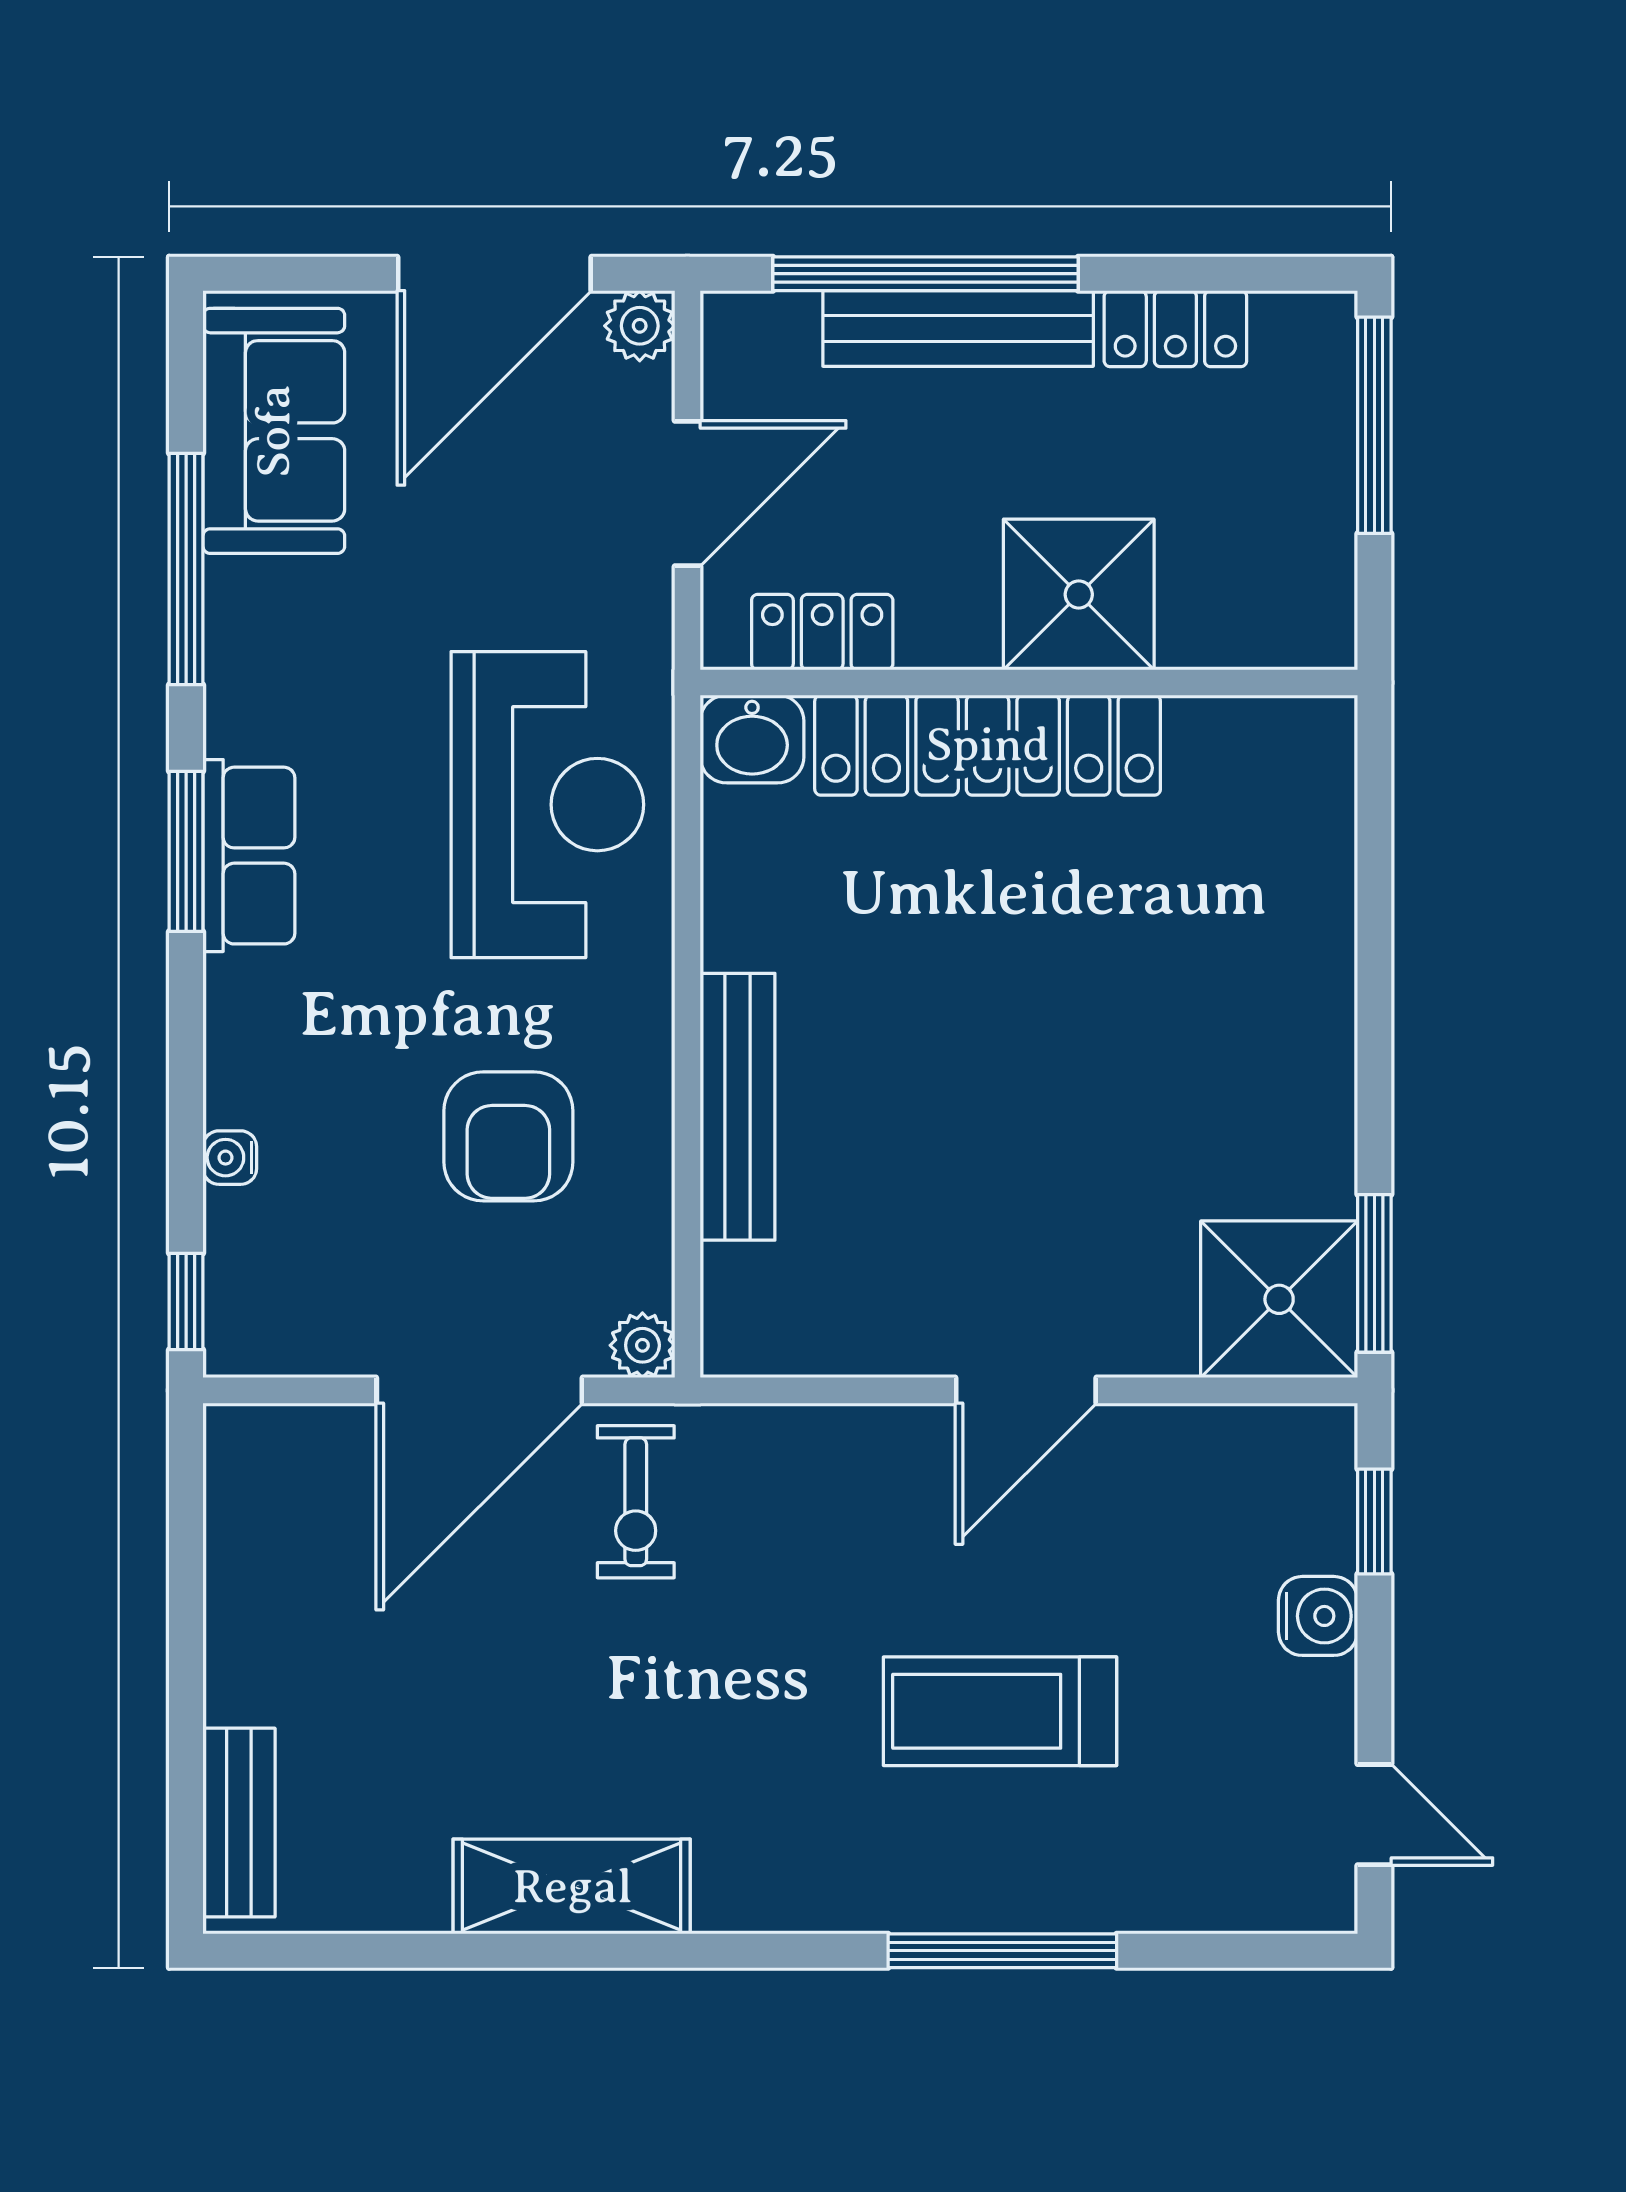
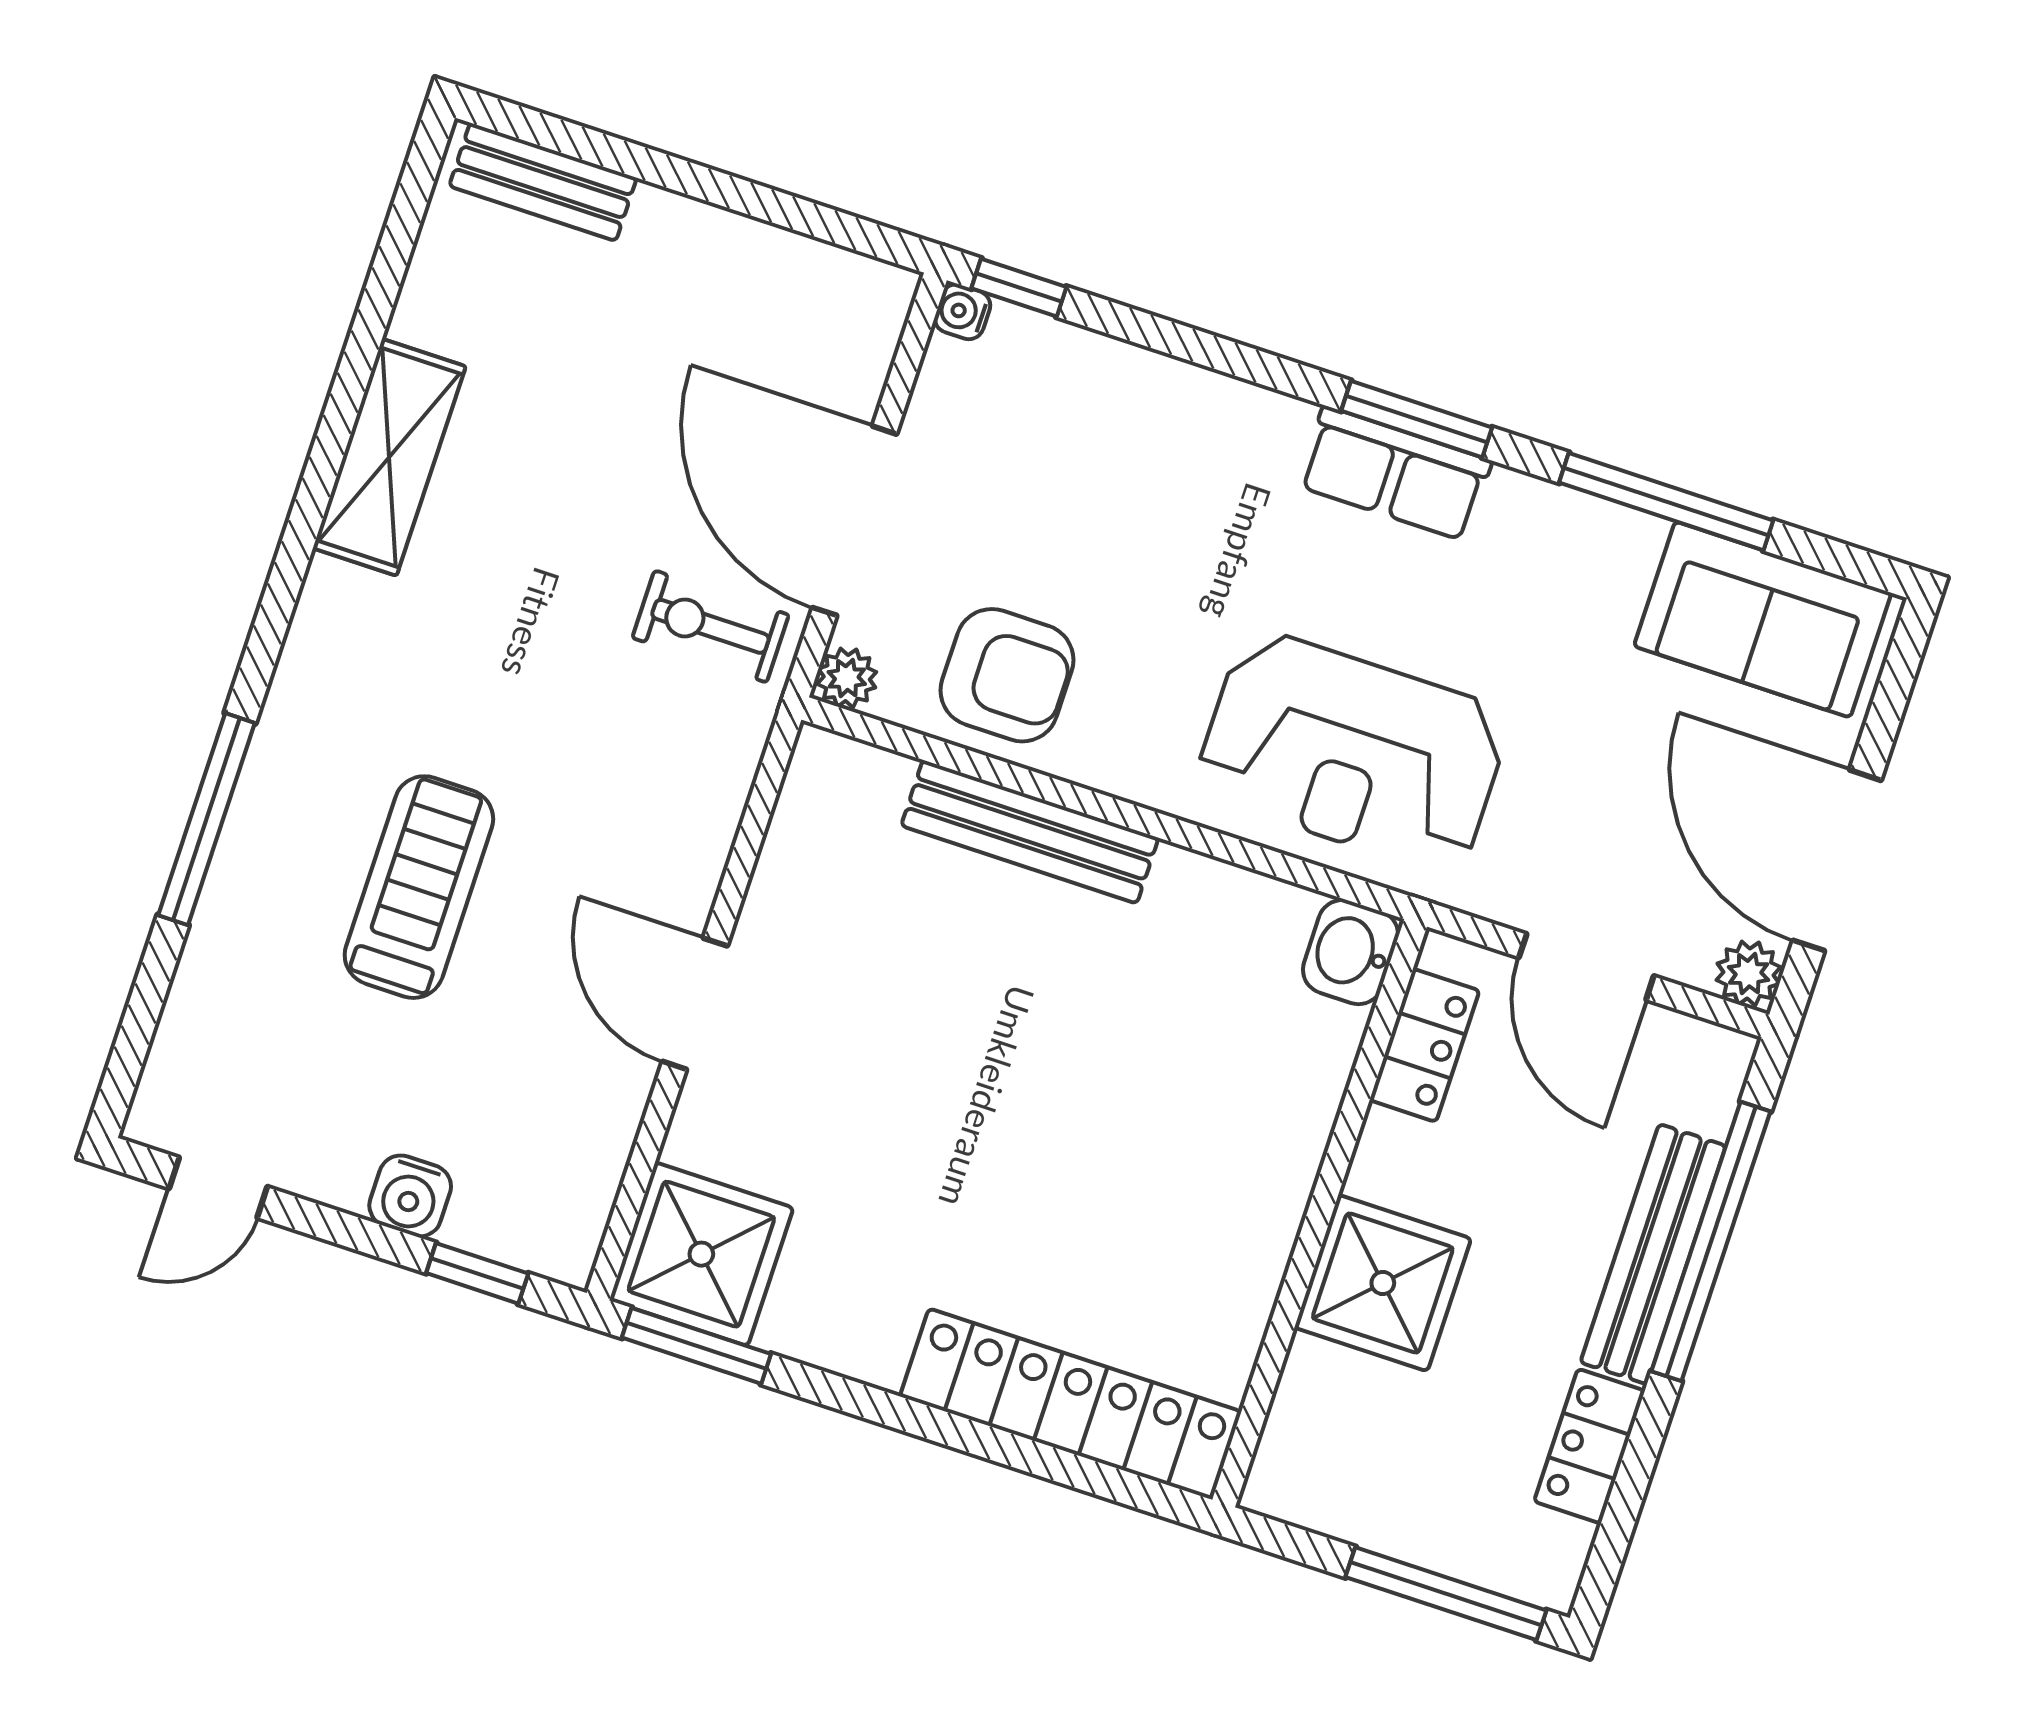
locker: (988, 745) -> (1071, 1404), moved, turned 90
armchair: (508, 1136) -> (1007, 675), moved, turned 180
water cooler: (230, 1158) -> (962, 312), moved, turned -90

